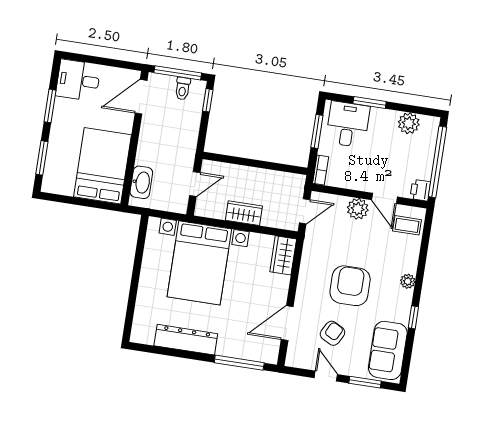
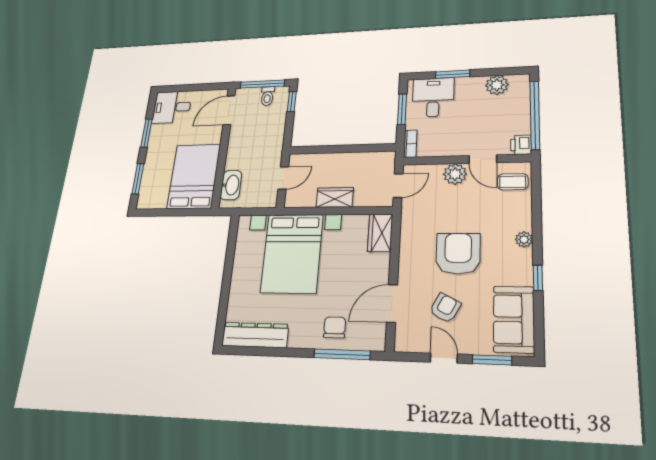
chair: (234, 338) -> (335, 327), added
dresser: (186, 340) -> (255, 335), moved

